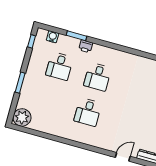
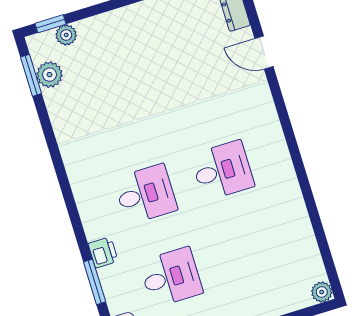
plant: (22, 117) -> (322, 292), width x0.53, depth x0.53

